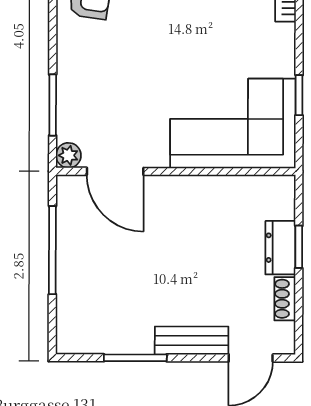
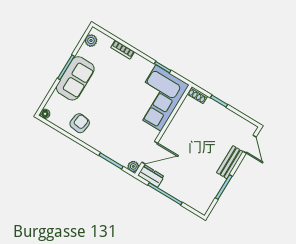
dresser: (280, 248) -> (151, 176), moved, turned 180
shoe rack: (285, 299) -> (197, 95), moved

